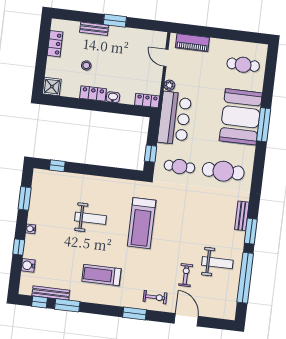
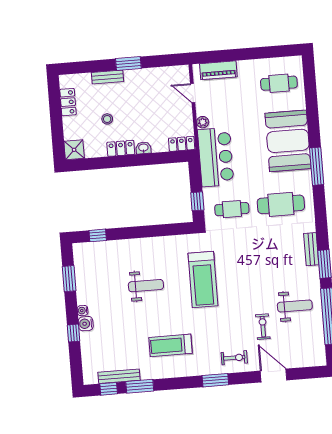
window: (264, 125) -> (317, 166), moved
water cooler: (28, 265) -> (86, 324), moved

